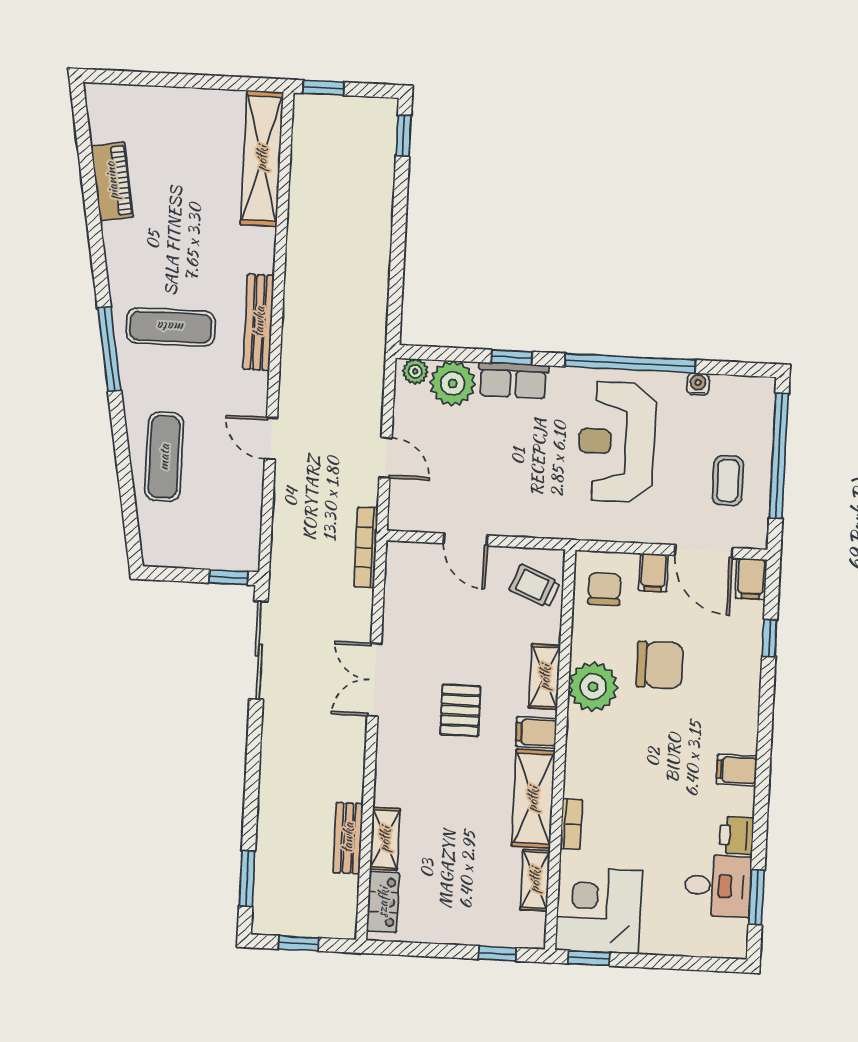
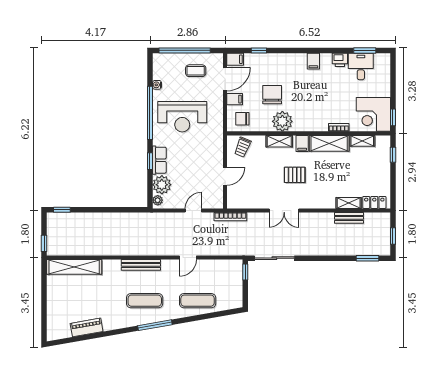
exercise mat: (171, 327) -> (145, 301), turned 90

